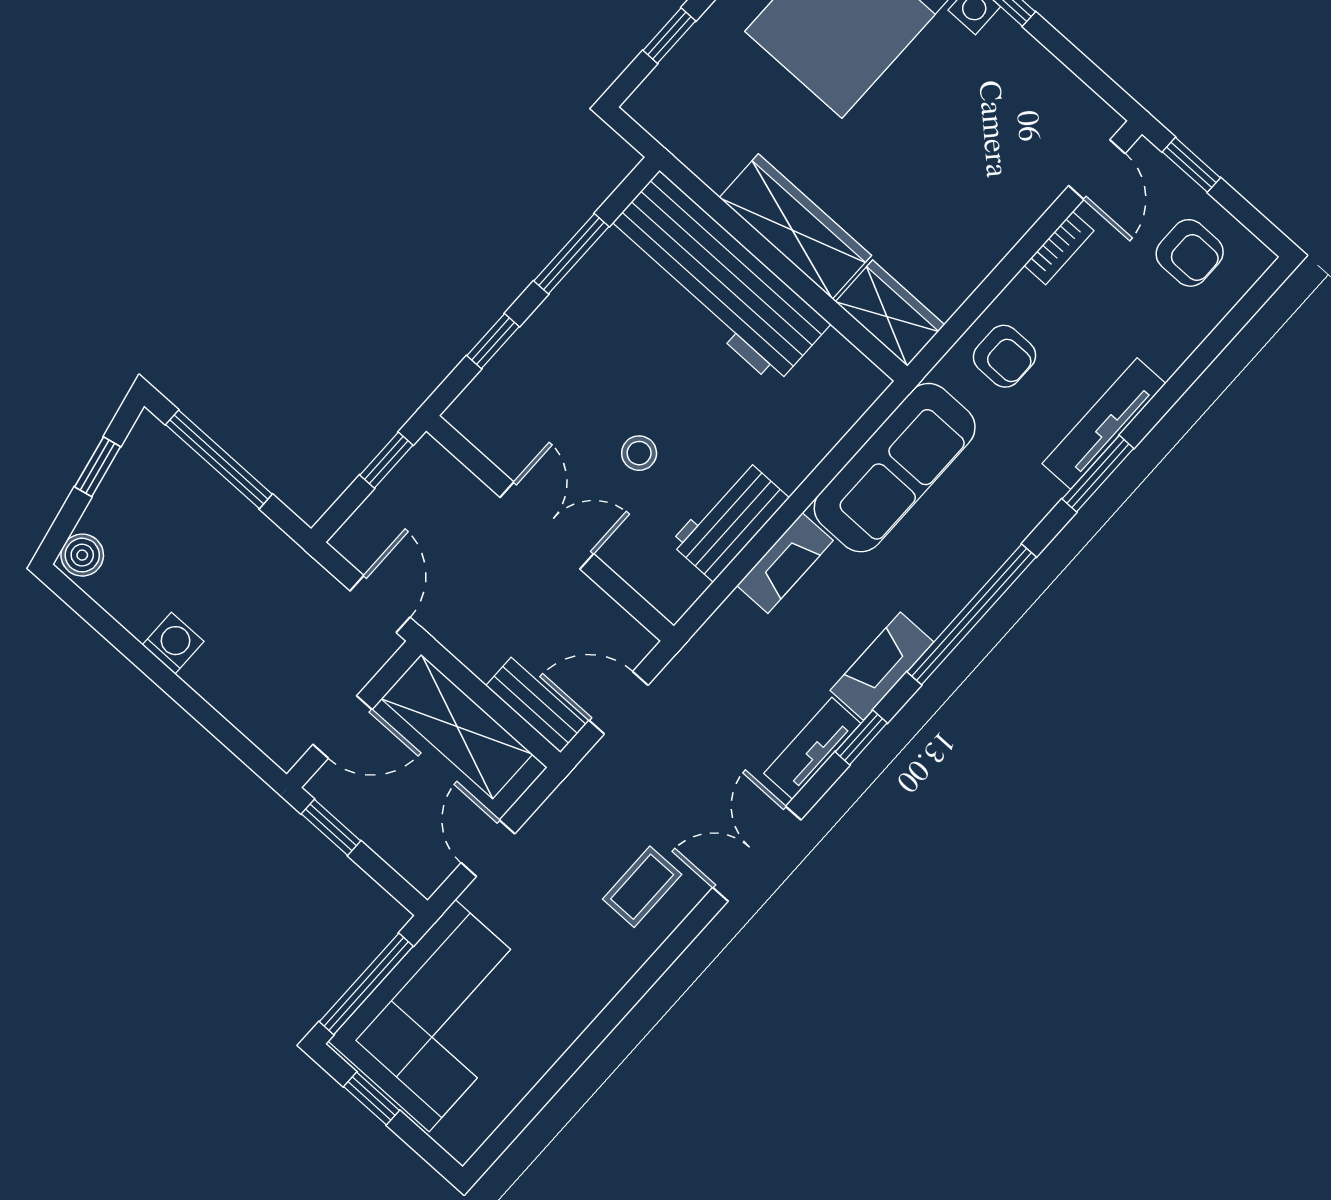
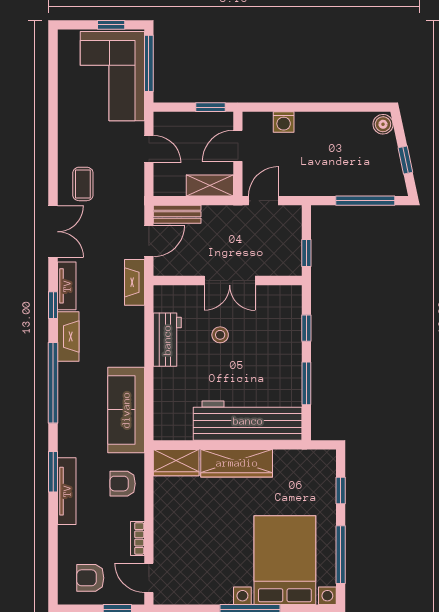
fireplace: (785, 563) -> (134, 282), moved
door: (380, 604) -> (263, 201), swing flipped
washing machine: (173, 643) -> (284, 122), moved
shelving: (457, 726) -> (210, 185), width x0.67, depth x0.75

